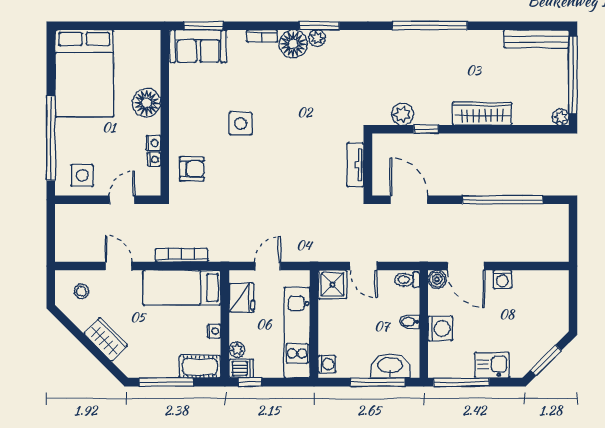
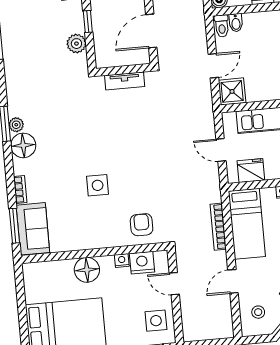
bookcase: (262, 36) -> (20, 190), moved
nightstand: (154, 159) -> (142, 263), width x1.89, depth x1.79
bidet: (410, 322) -> (236, 23), moved

